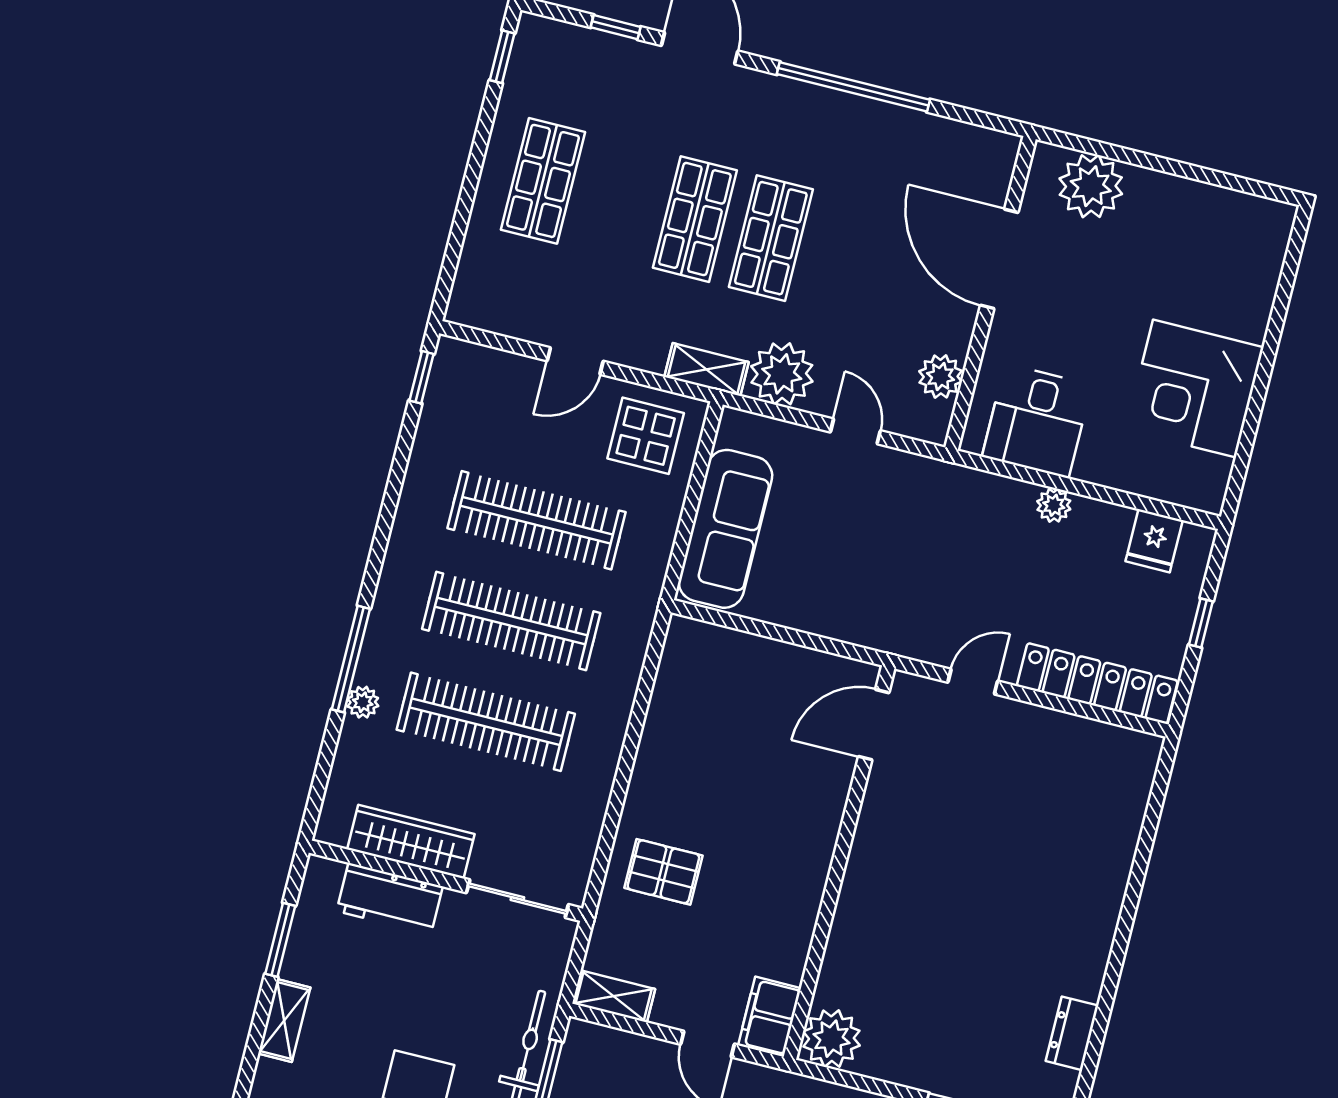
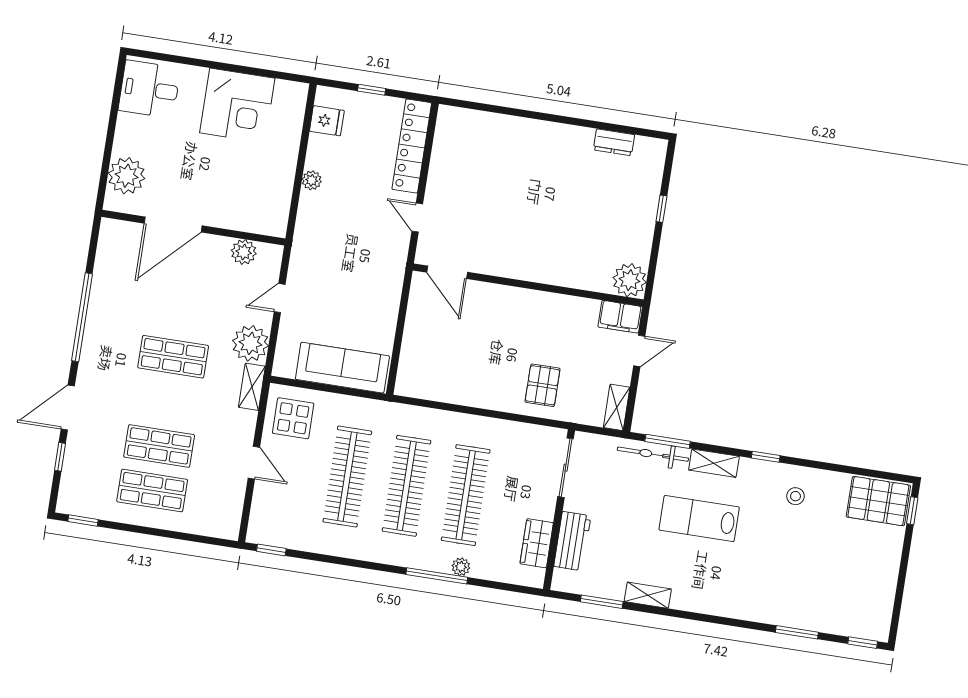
shop shelf: (695, 219) -> (159, 446), moved
desk: (1037, 421) -> (149, 89), moved, turned 180
wardrobe: (411, 842) -> (537, 543), width x0.67

